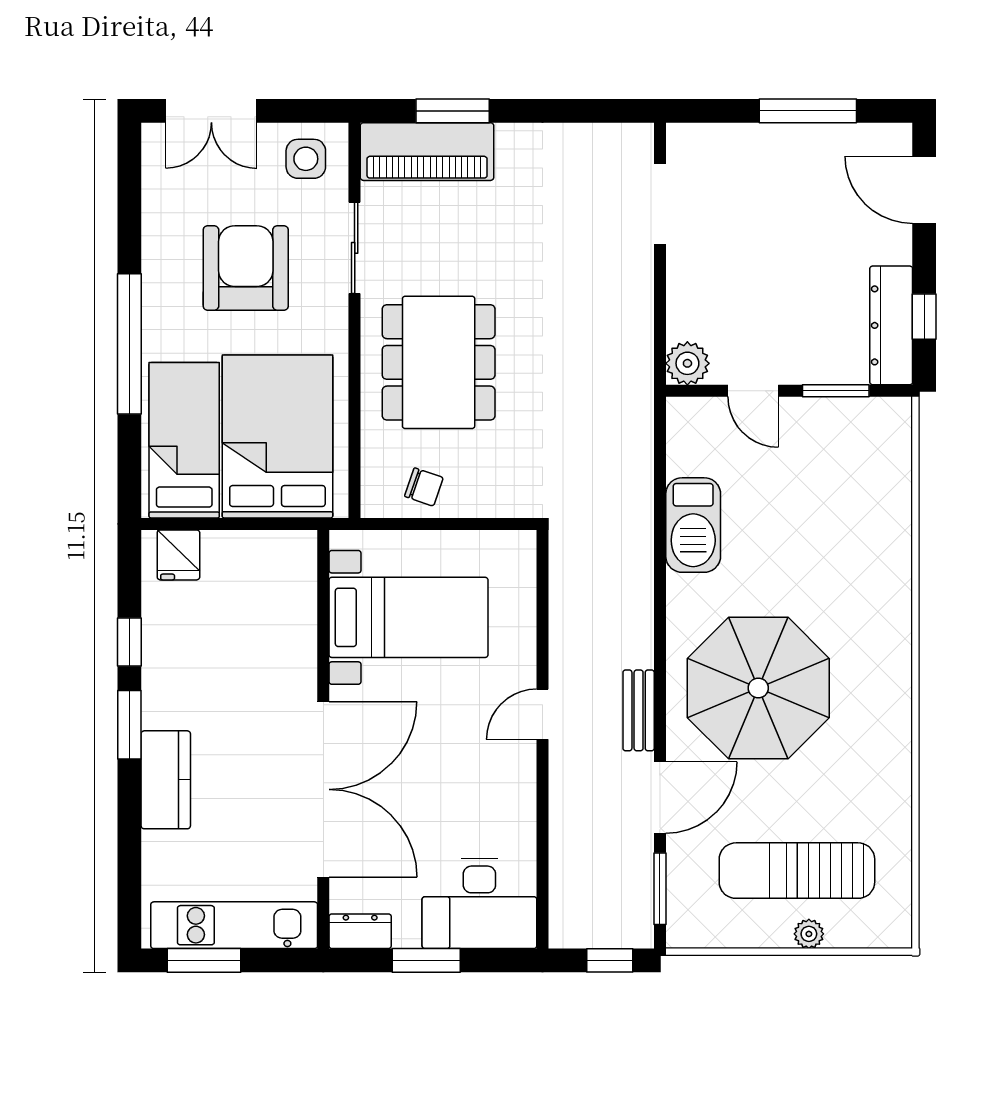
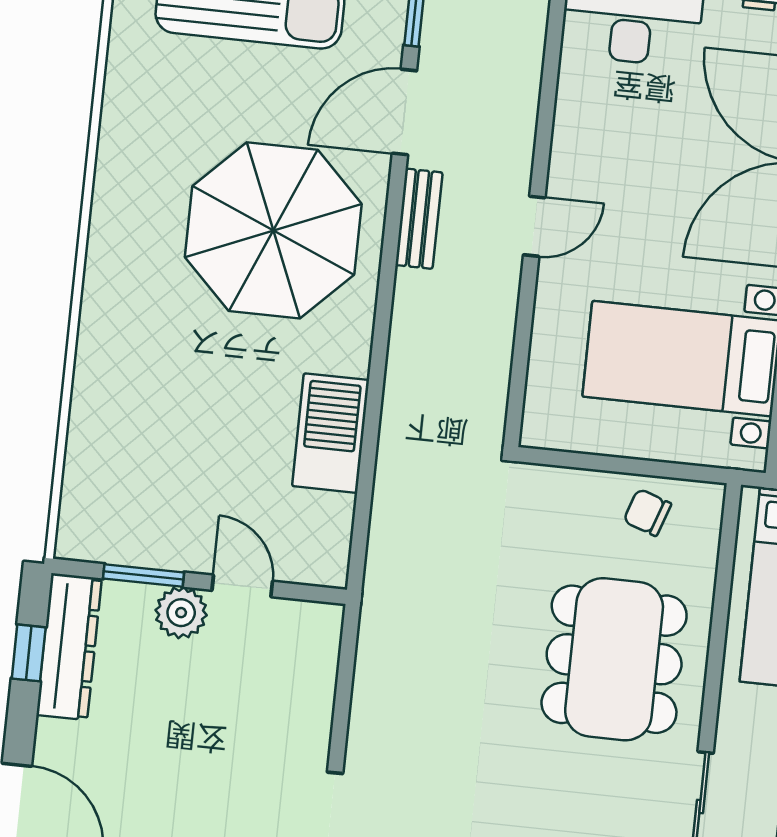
plant: (687, 363) -> (181, 613), moved

